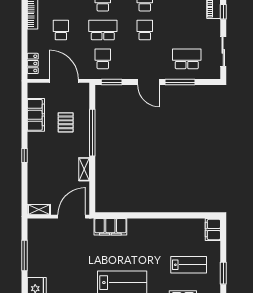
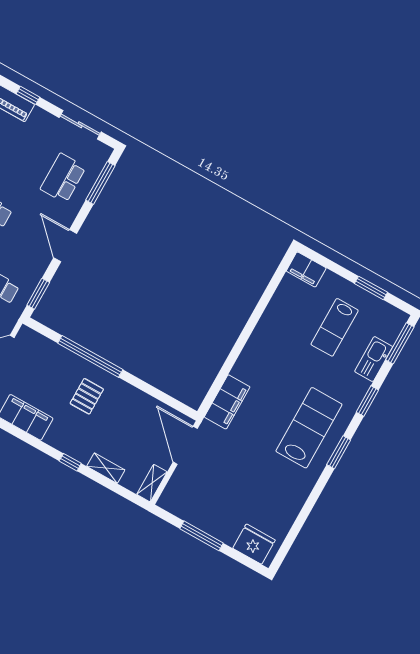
door: (148, 82) -> (65, 246), swing flipped
window: (180, 82) -> (100, 183), moved
pallet: (66, 122) -> (87, 396), moved, turned 90
shelving: (84, 169) -> (106, 468), moved
lab bench: (189, 265) -> (335, 327), turned 180

